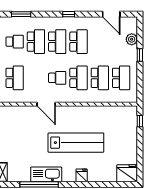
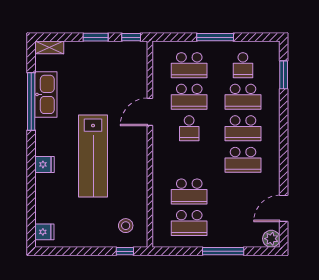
window: (69, 14) -> (284, 145), removed
plant: (132, 39) -> (271, 239), moved
window: (140, 55) -> (223, 251), width x2.17
school desk: (79, 78) -> (189, 97), moved
stool: (123, 121) -> (126, 226), added
fridge: (127, 173) -> (44, 232), width x0.53, depth x0.75
kitchen sink: (46, 174) -> (46, 94), moved

